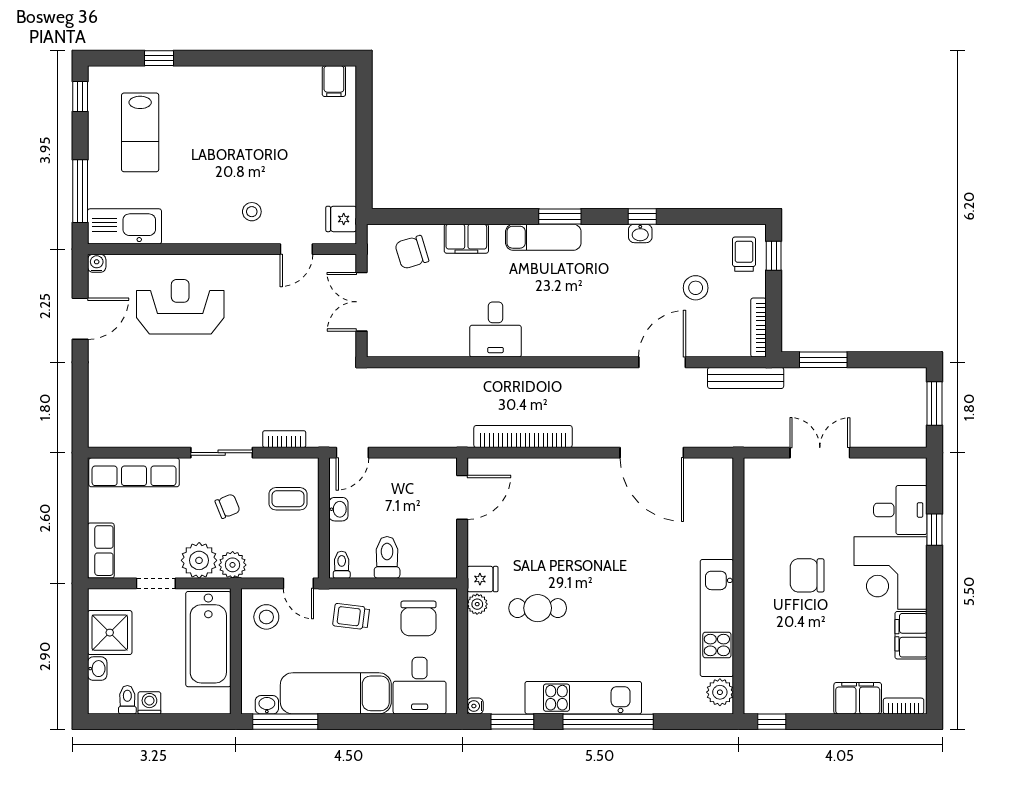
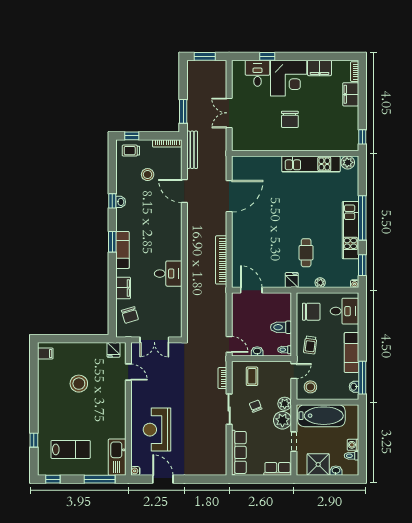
stool: (252, 212) -> (79, 384), moved, width x1.89, depth x1.89
plant: (477, 604) -> (320, 283), moved
exam couch: (336, 693) -> (351, 353), width x0.73, depth x0.69

